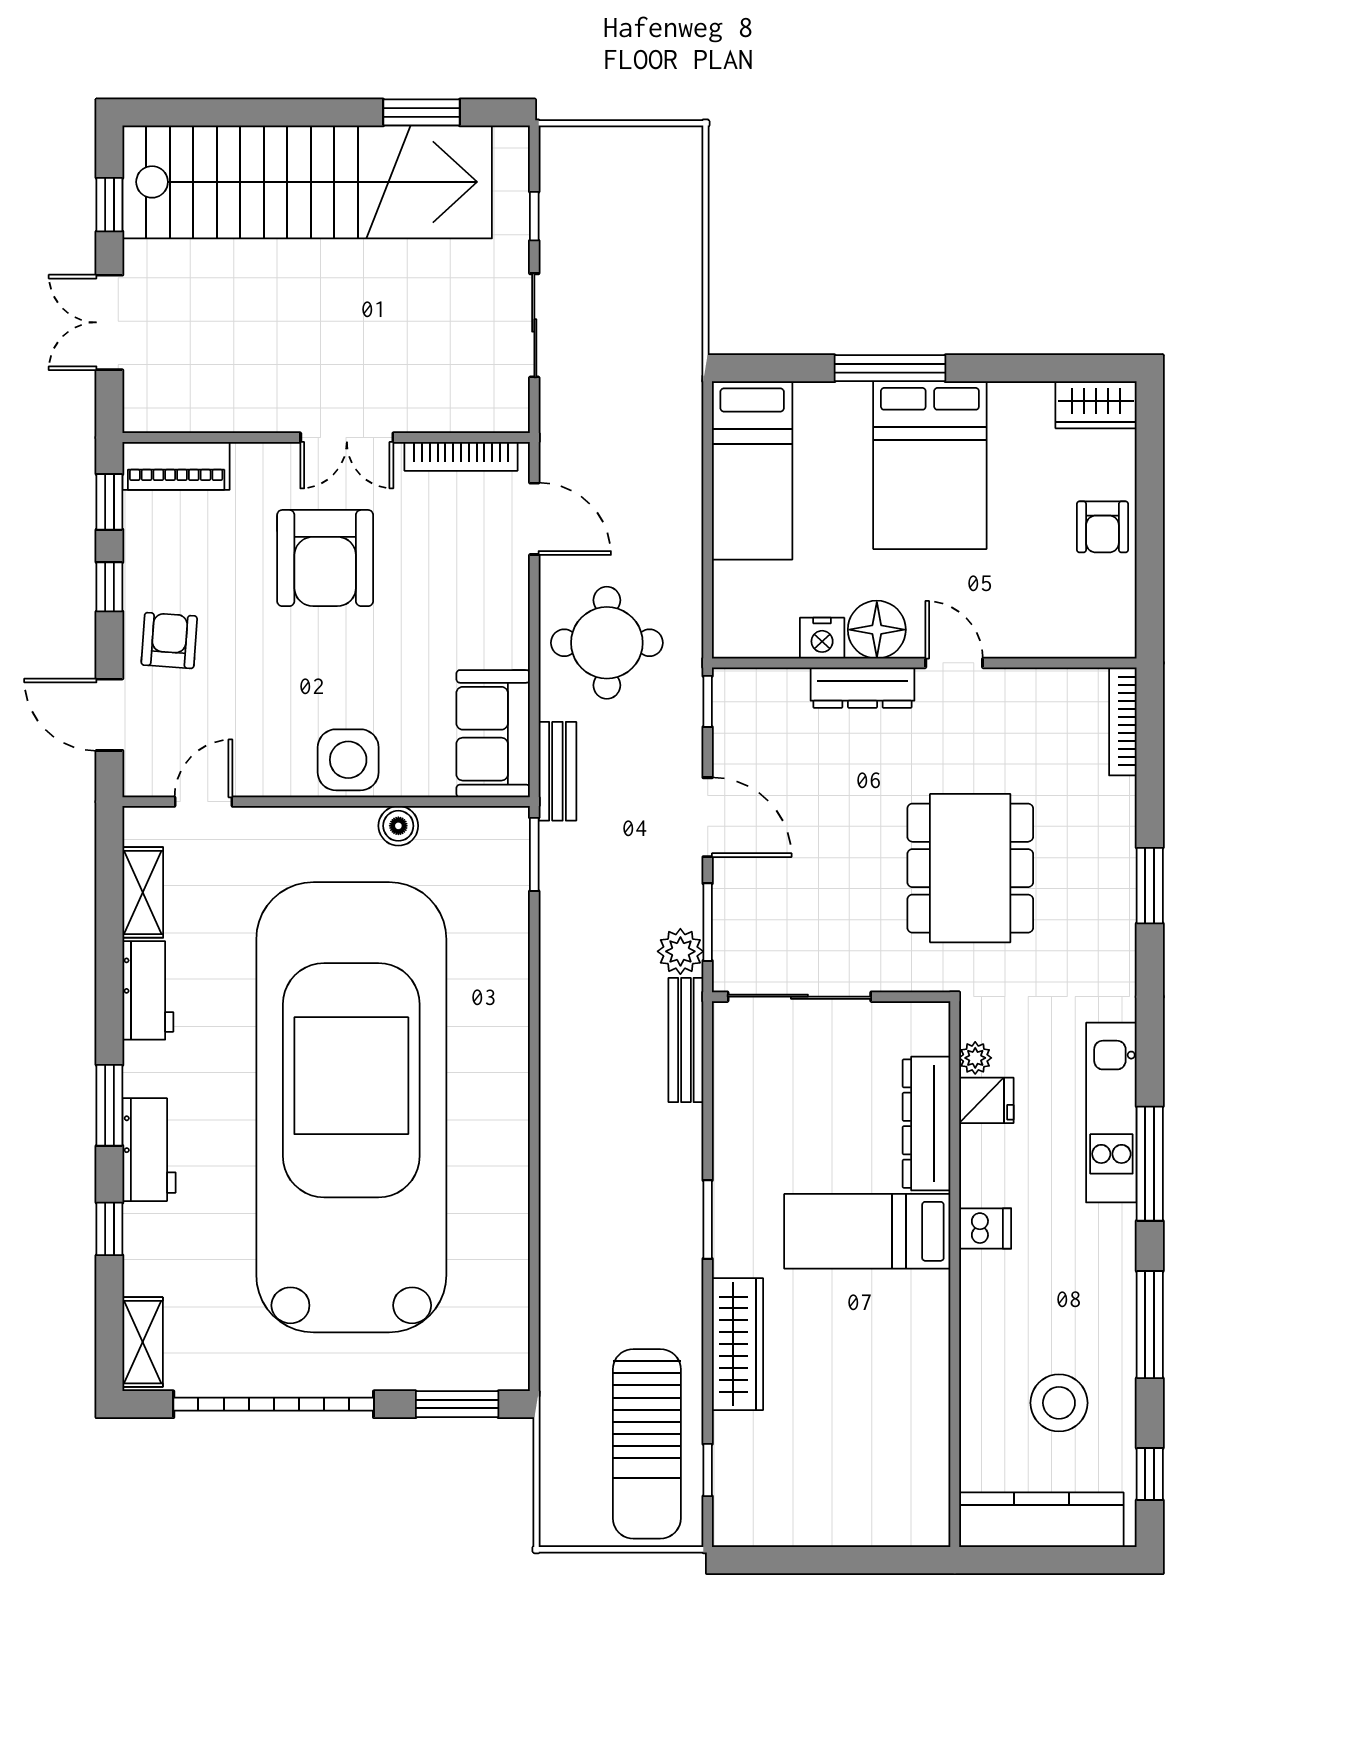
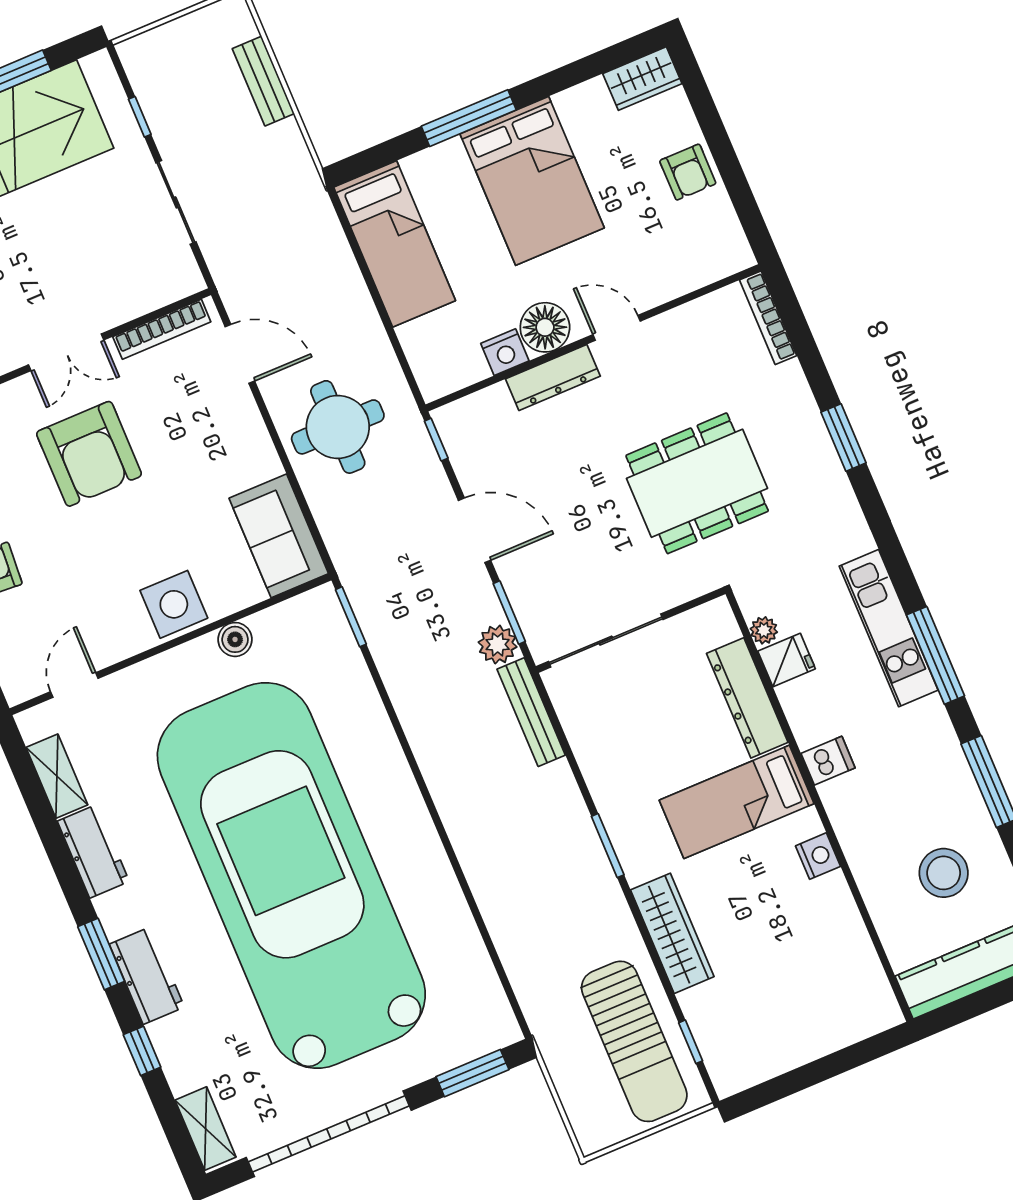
bench: (557, 771) -> (263, 81), moved
dining table: (970, 868) -> (697, 483), turned 90
nightstand: (931, 1327) -> (818, 856), added

